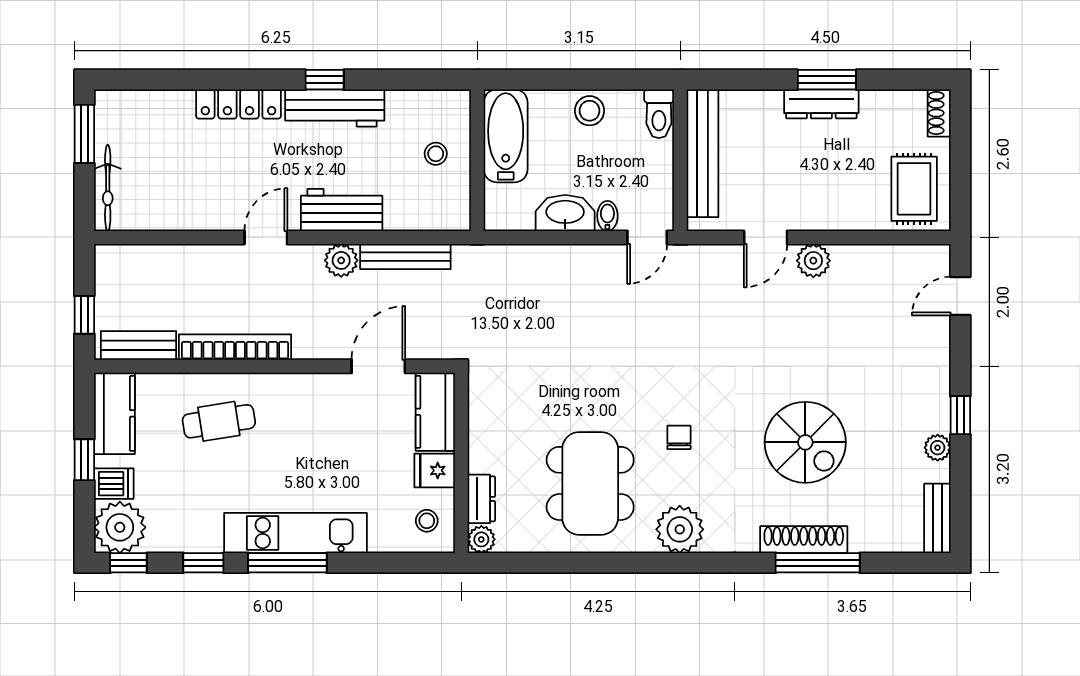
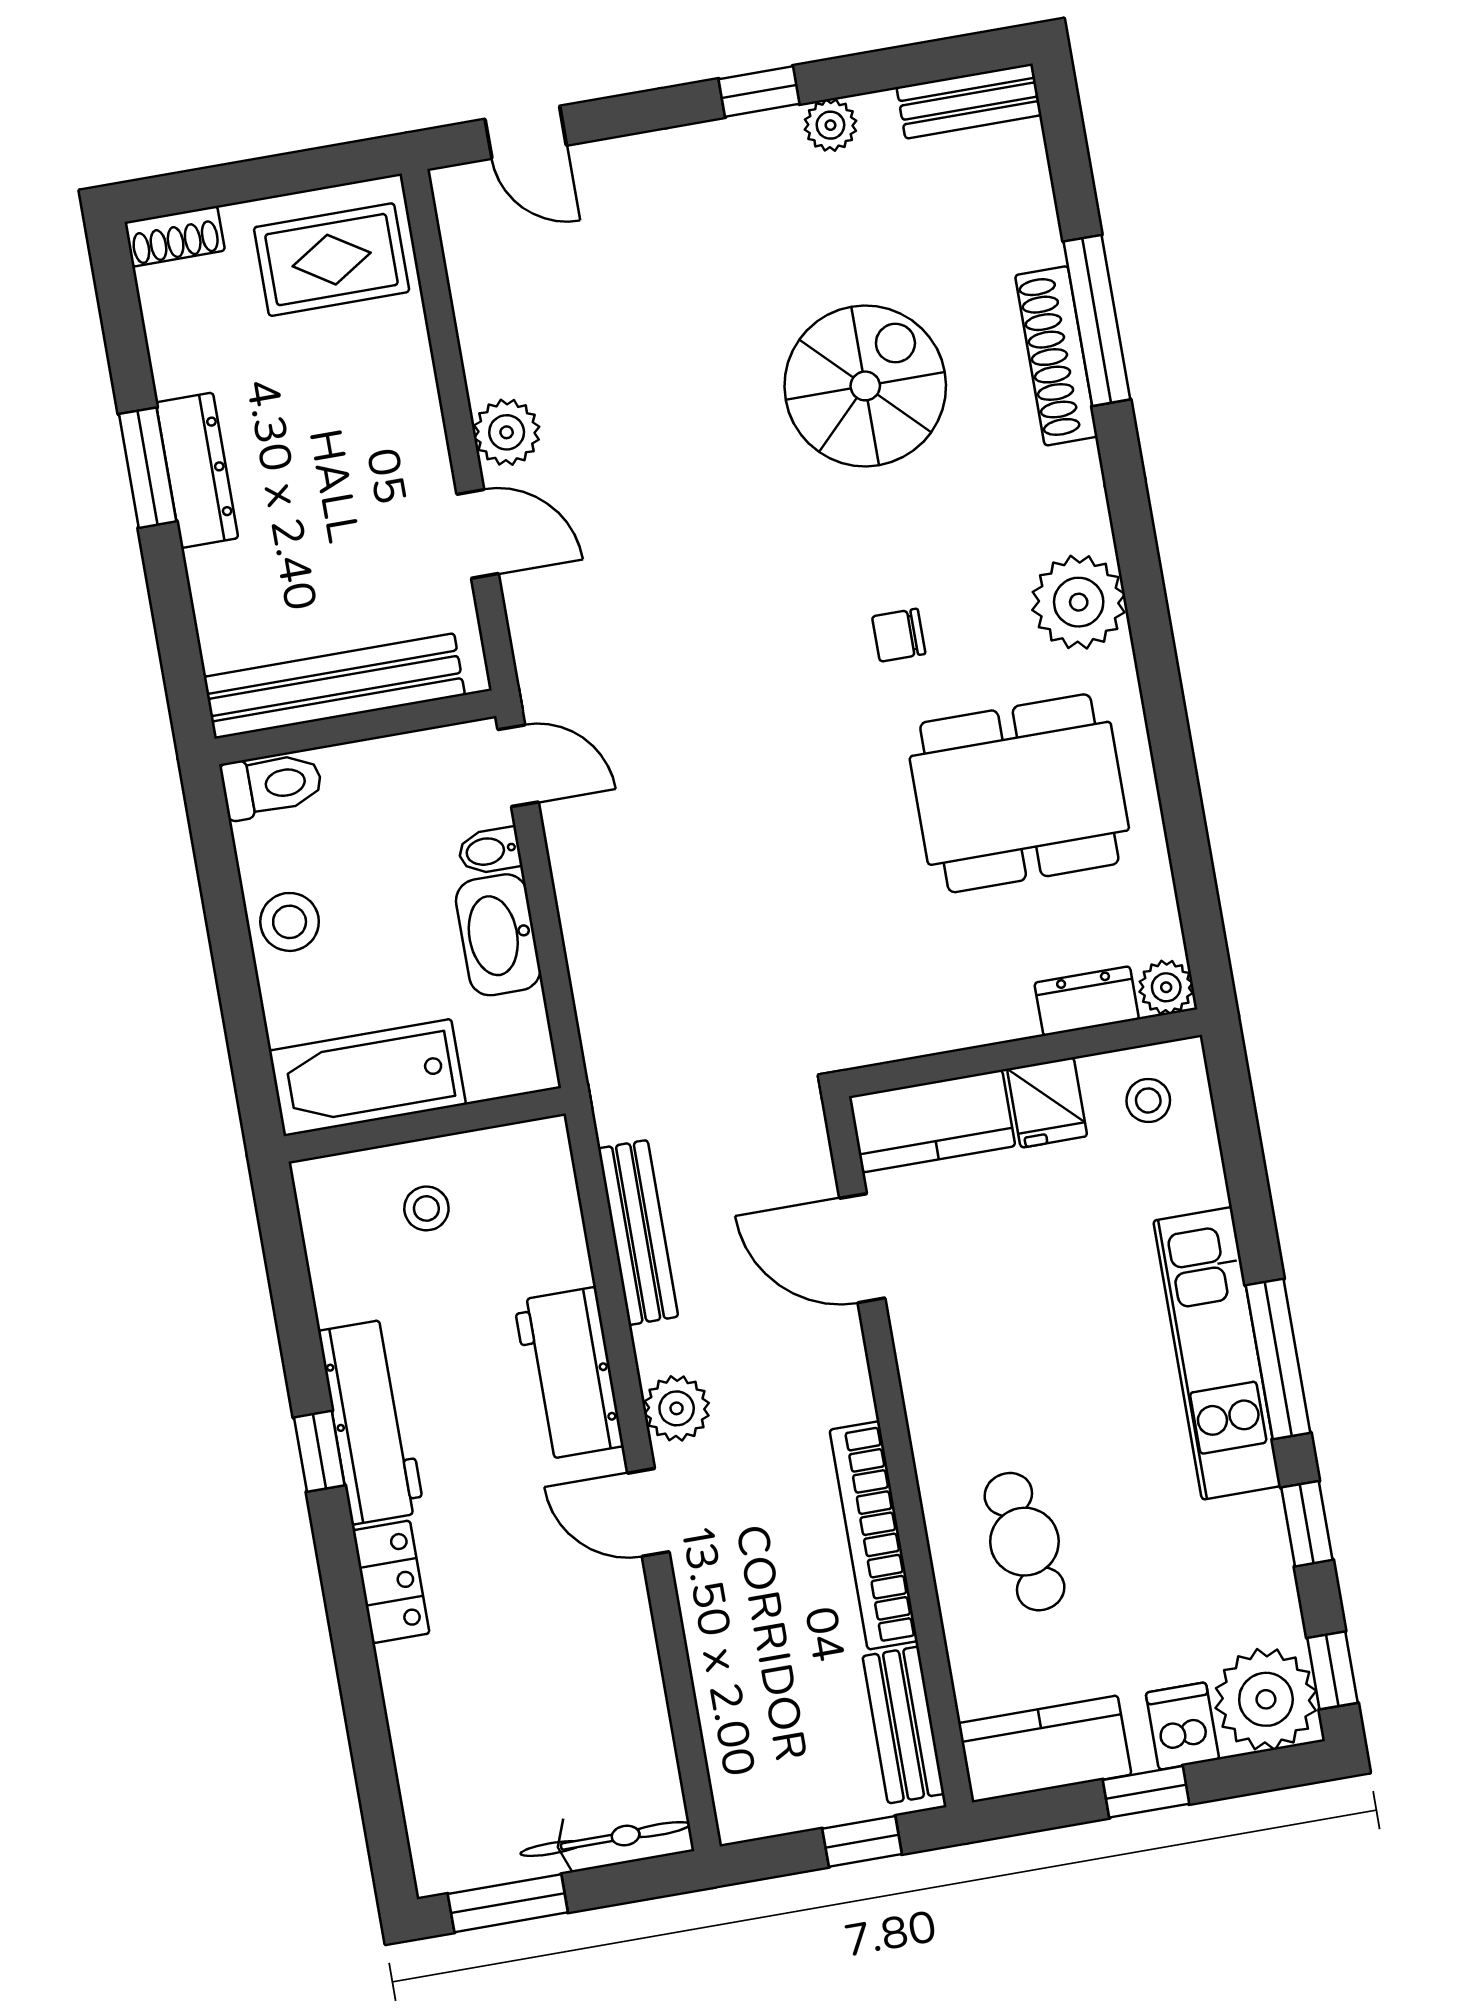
locker: (238, 104) -> (391, 1582), width x0.66
plant: (341, 260) -> (677, 1408), moved

